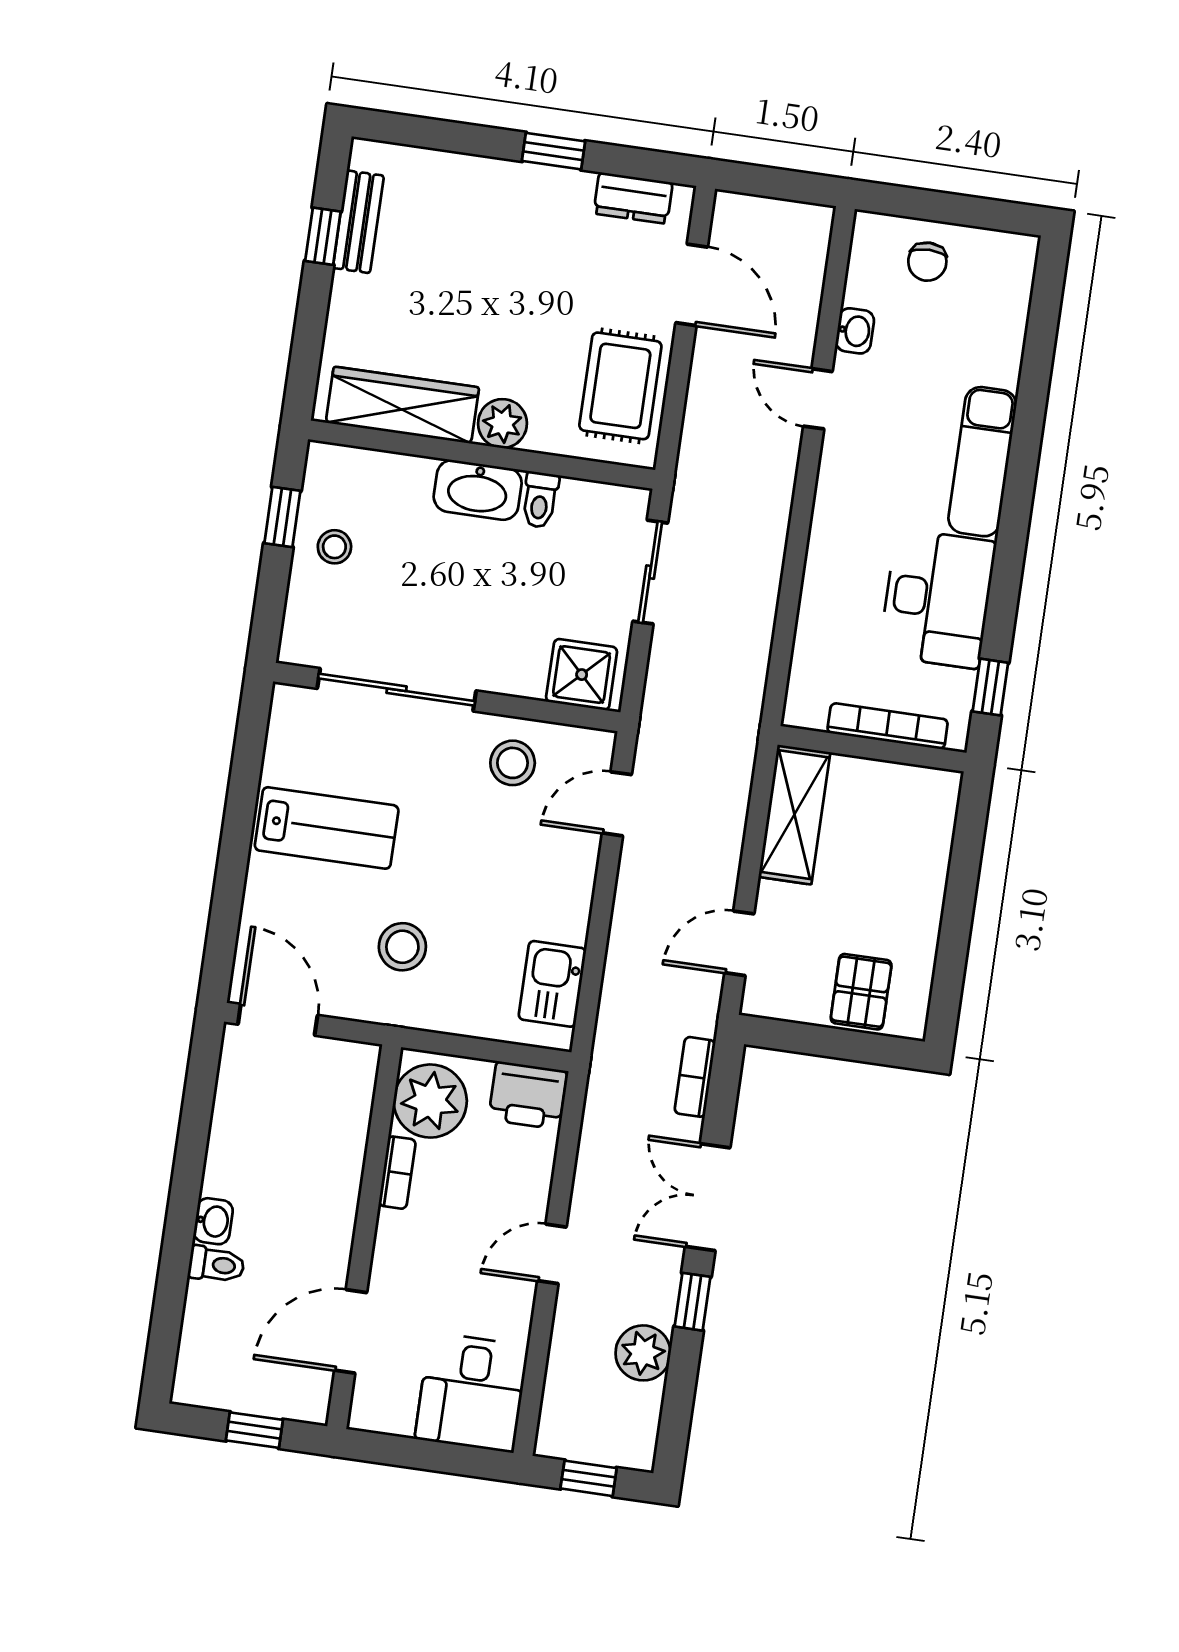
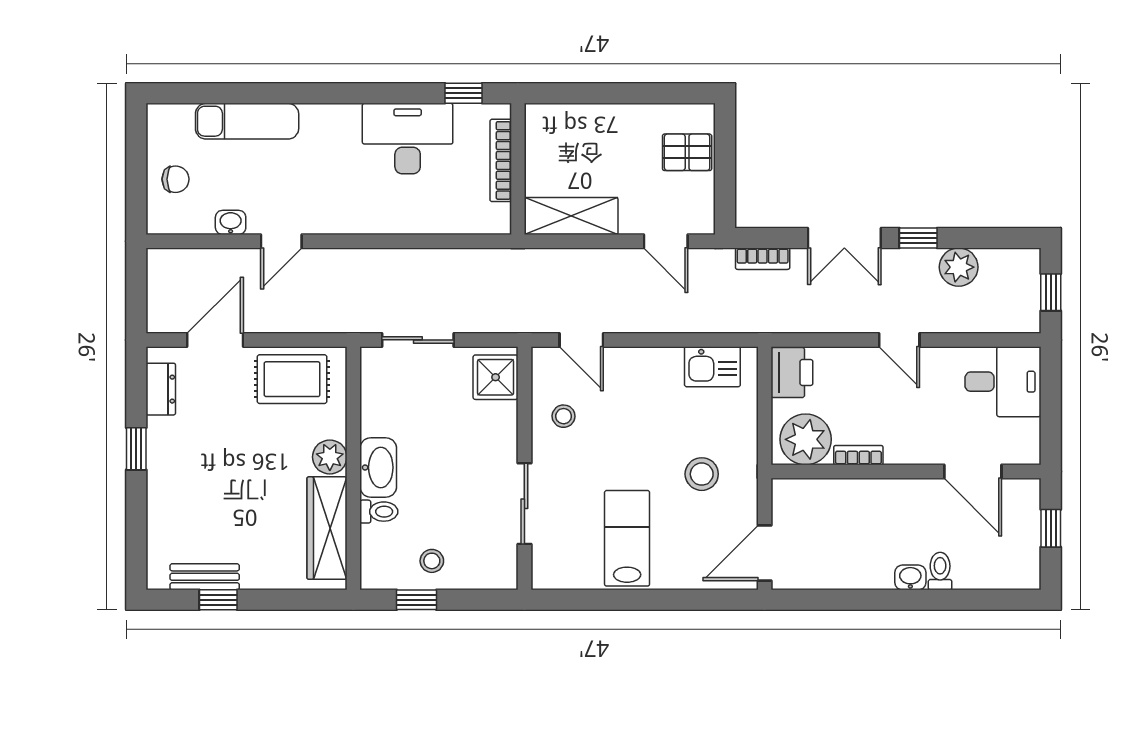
exam couch: (982, 462) -> (247, 121), moved
toilet: (540, 500) -> (379, 512), moved
sliding door: (397, 690) -> (524, 504), width x0.73
stool: (513, 763) -> (564, 416), width x0.73, depth x0.73

